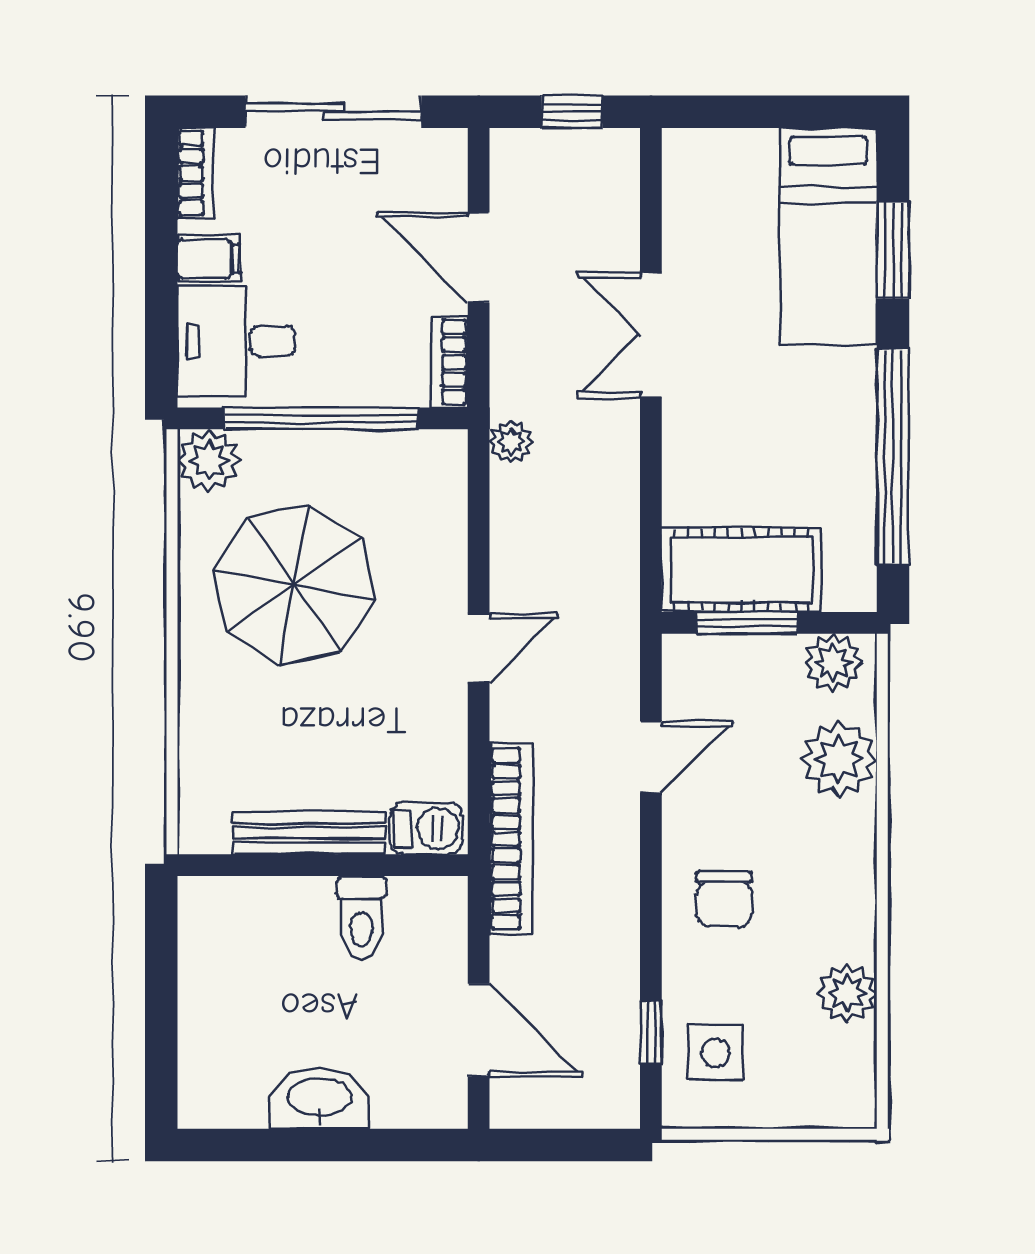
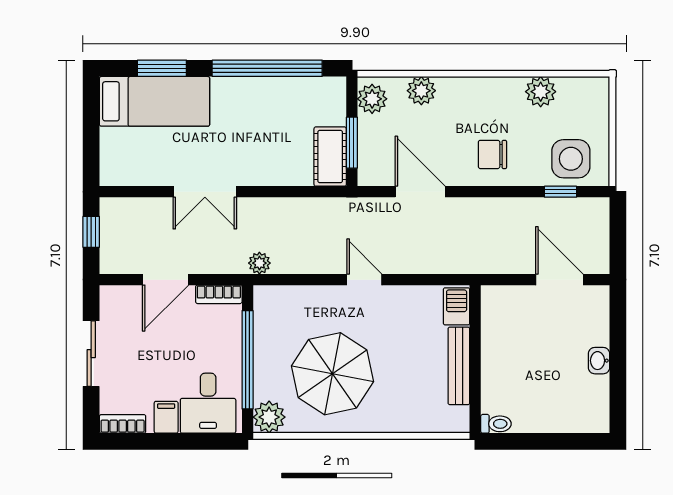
sliding door: (333, 112) -> (91, 354), width x0.73
cot: (741, 570) -> (330, 157), width x0.73, depth x0.75
door: (651, 757) -> (420, 192), width x1.38
plant: (839, 759) -> (421, 91), width x0.73, depth x0.73
bookcase: (511, 839) -> (462, 263), removed
chair: (724, 899) -> (492, 154), turned 180
toilet: (361, 917) -> (496, 424), moved, width x0.73, depth x0.72
door: (479, 1030) -> (559, 280), hinge flipped
side table: (716, 1053) -> (571, 159), width x1.37, depth x1.37
washbasin: (320, 1099) -> (599, 361), width x0.52, depth x0.69

